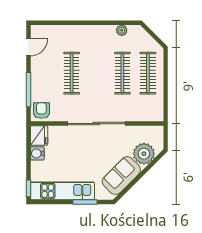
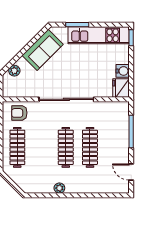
plant: (122, 30) -> (59, 188), moved
door: (28, 47) -> (131, 172), hinge flipped
clothes rail: (122, 73) -> (66, 147), moved
armchair: (41, 111) -> (19, 113), moved, turned 90
plant: (144, 154) -> (14, 71), width x0.53, depth x0.53

